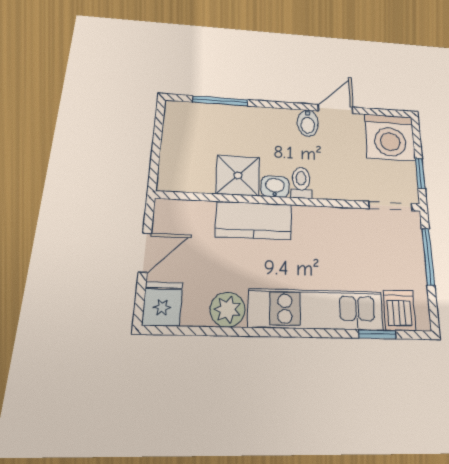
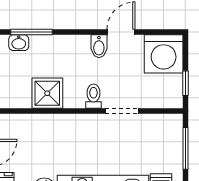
washbasin: (275, 187) -> (19, 43), moved, turned 180
doorway: (390, 206) -> (122, 111), moved
kitchen counter: (254, 220) -> (60, 127), removed

